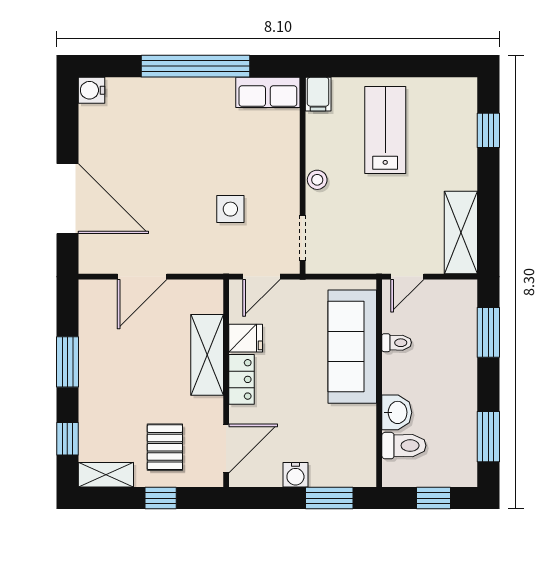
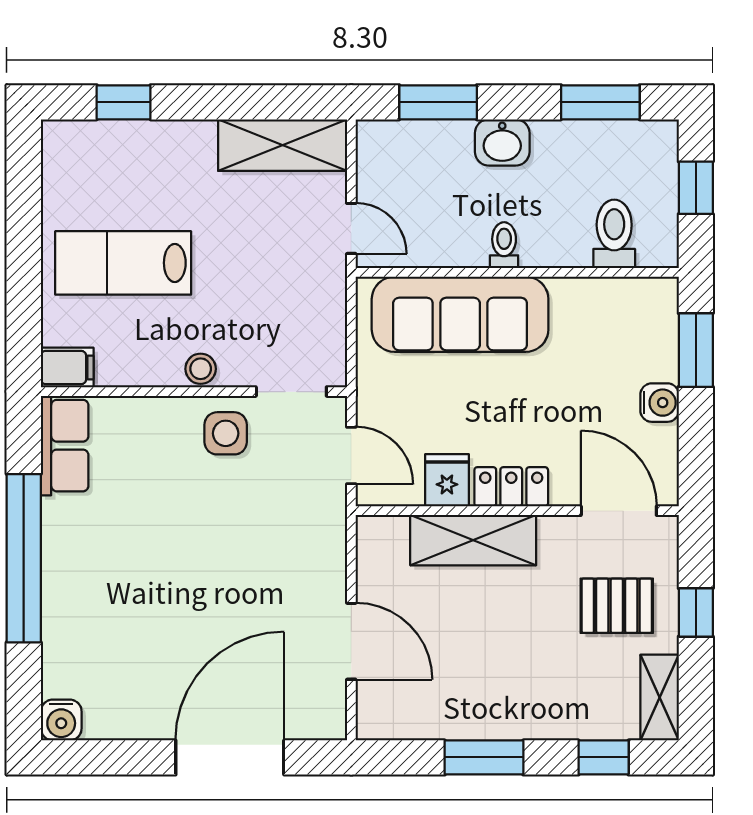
side table: (230, 209) -> (226, 433), moved
toilet: (397, 343) -> (504, 245), moved
washbasin: (397, 412) -> (502, 142), moved, turned 180

